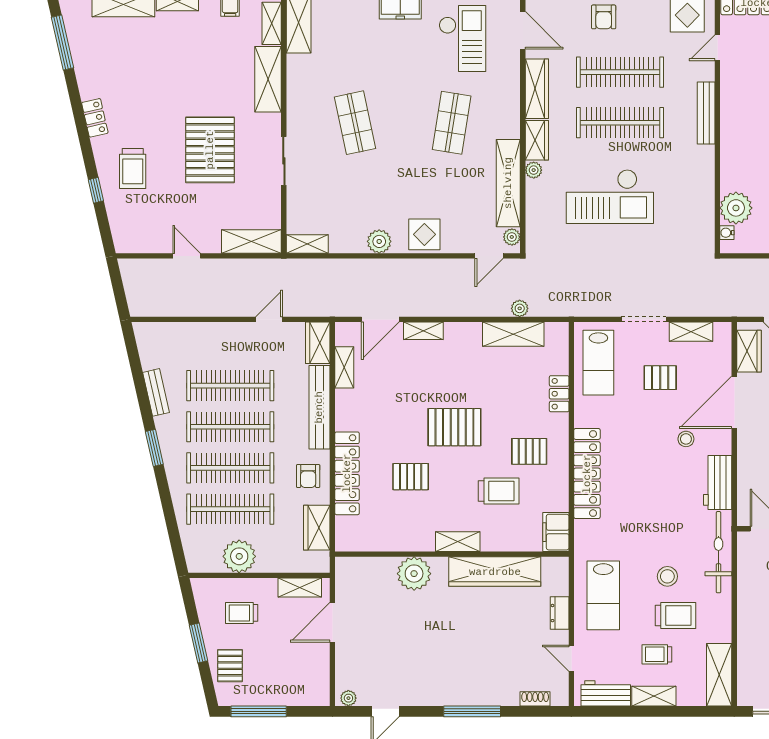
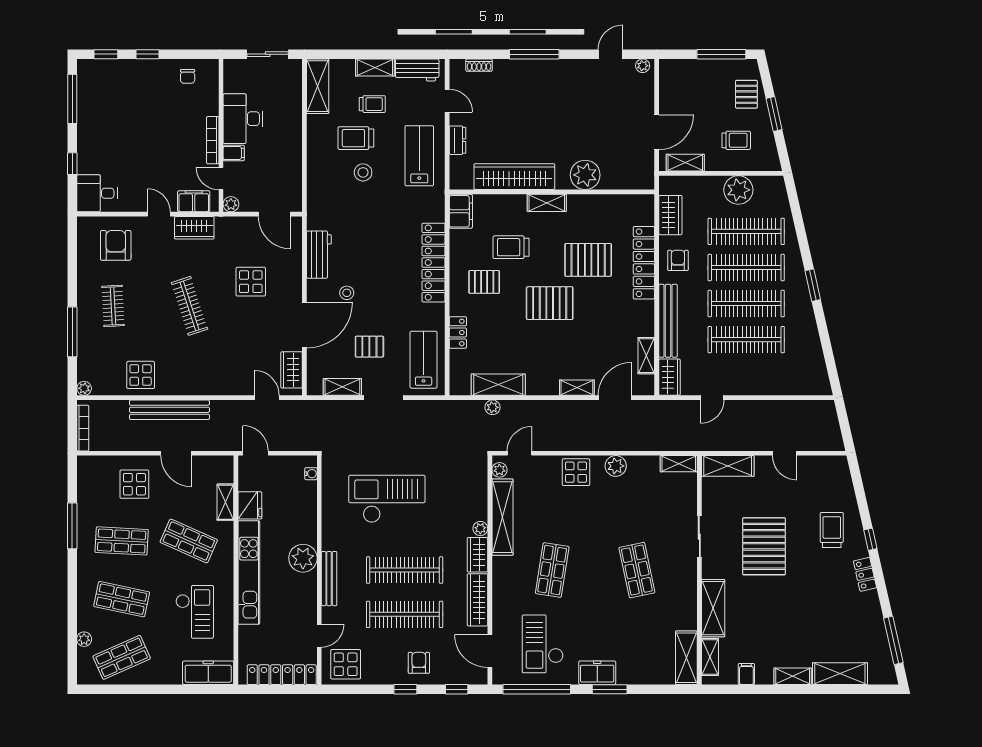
window: (96, 190) -> (870, 539), moved
checkout: (610, 197) -> (387, 499), moved
plant: (736, 208) -> (303, 558), moved
bench: (156, 392) -> (811, 334), removed
pallet: (411, 477) -> (588, 260), width x1.50, depth x1.42
bicycle: (718, 552) -> (318, 194), removed

